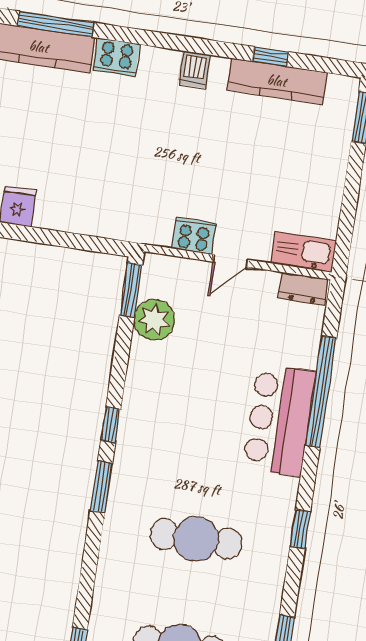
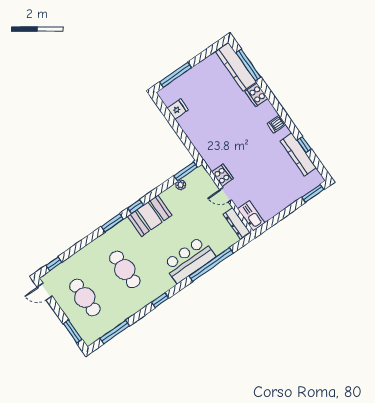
dresser: (303, 289) -> (236, 223), width x1.44
plant: (154, 320) -> (181, 185), width x0.53, depth x0.53
booth: (147, 416) -> (150, 216), added

